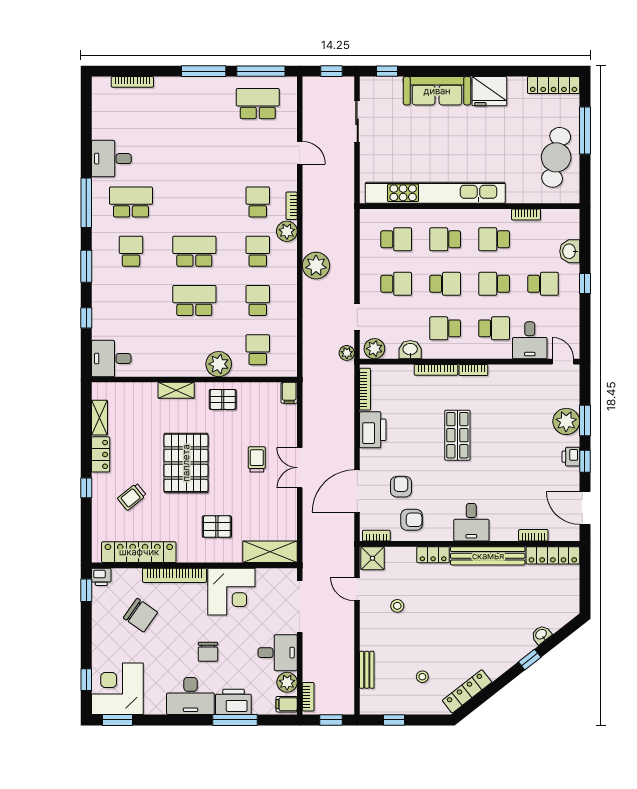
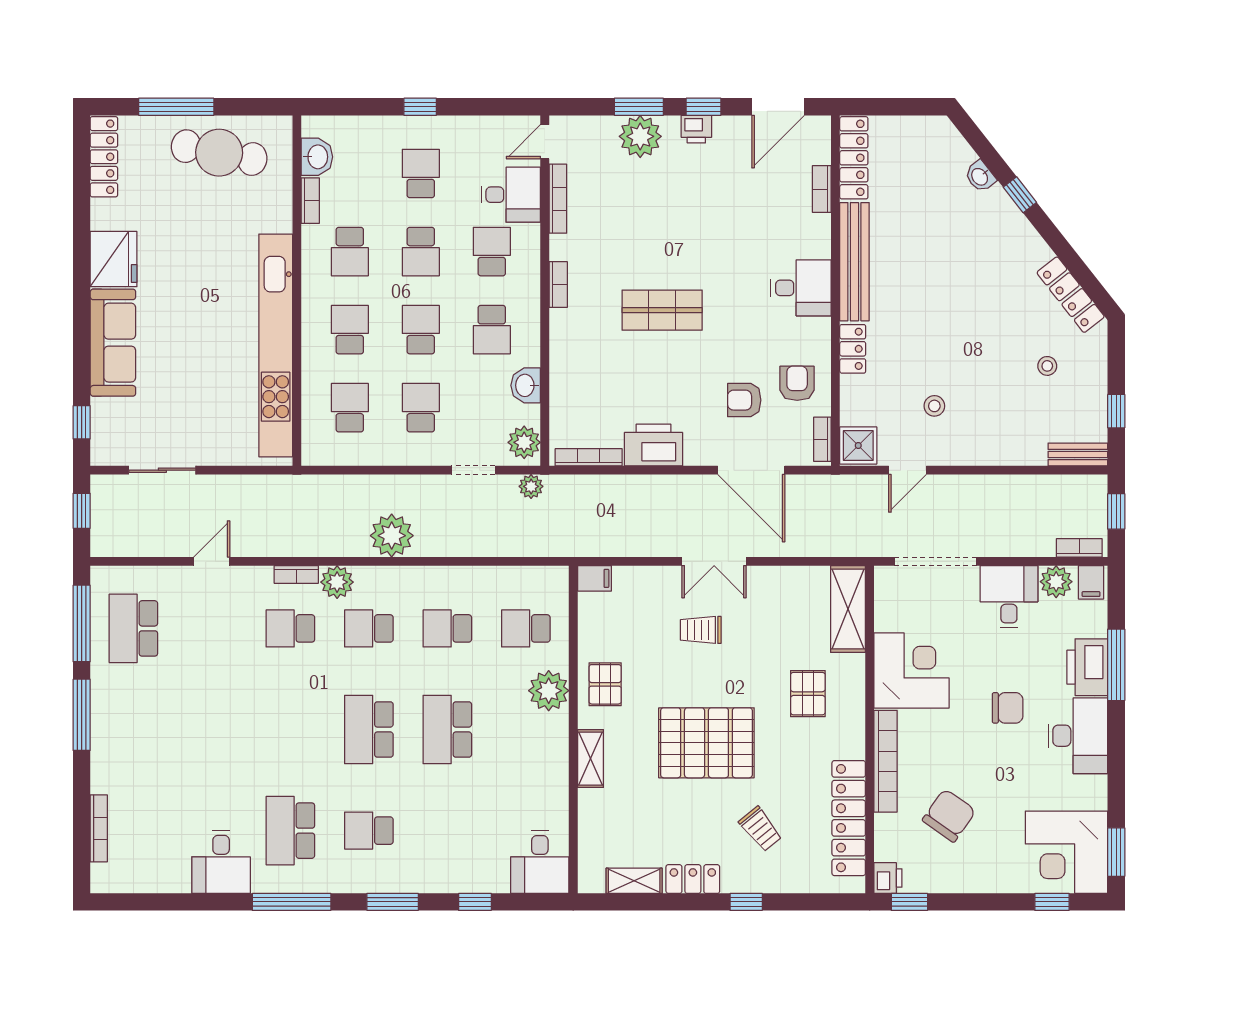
school desk: (445, 239) -> (350, 330), turned 180
washbasin: (570, 251) -> (317, 157), moved, turned -90
bookcase: (436, 370) -> (558, 199), moved
bench: (367, 670) -> (1078, 454), moved

